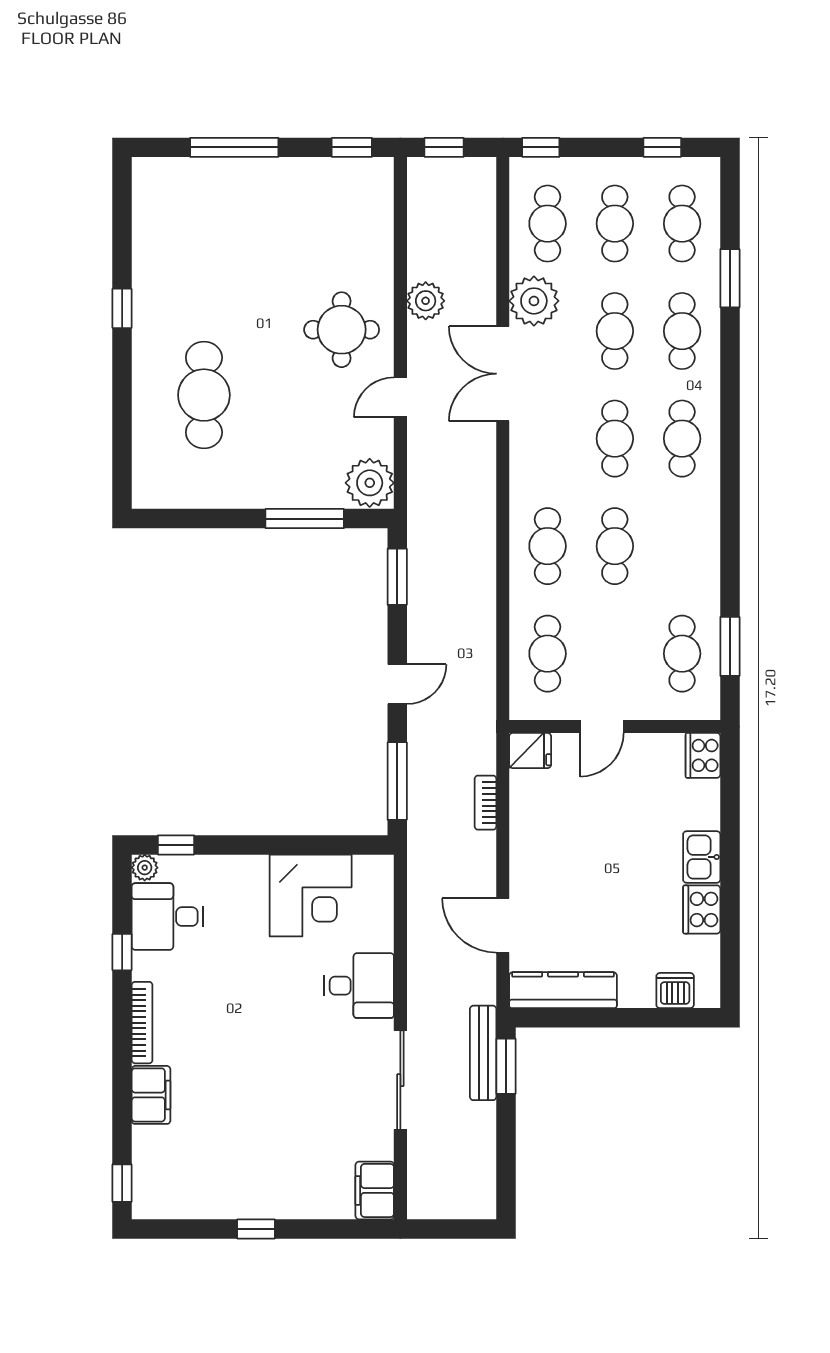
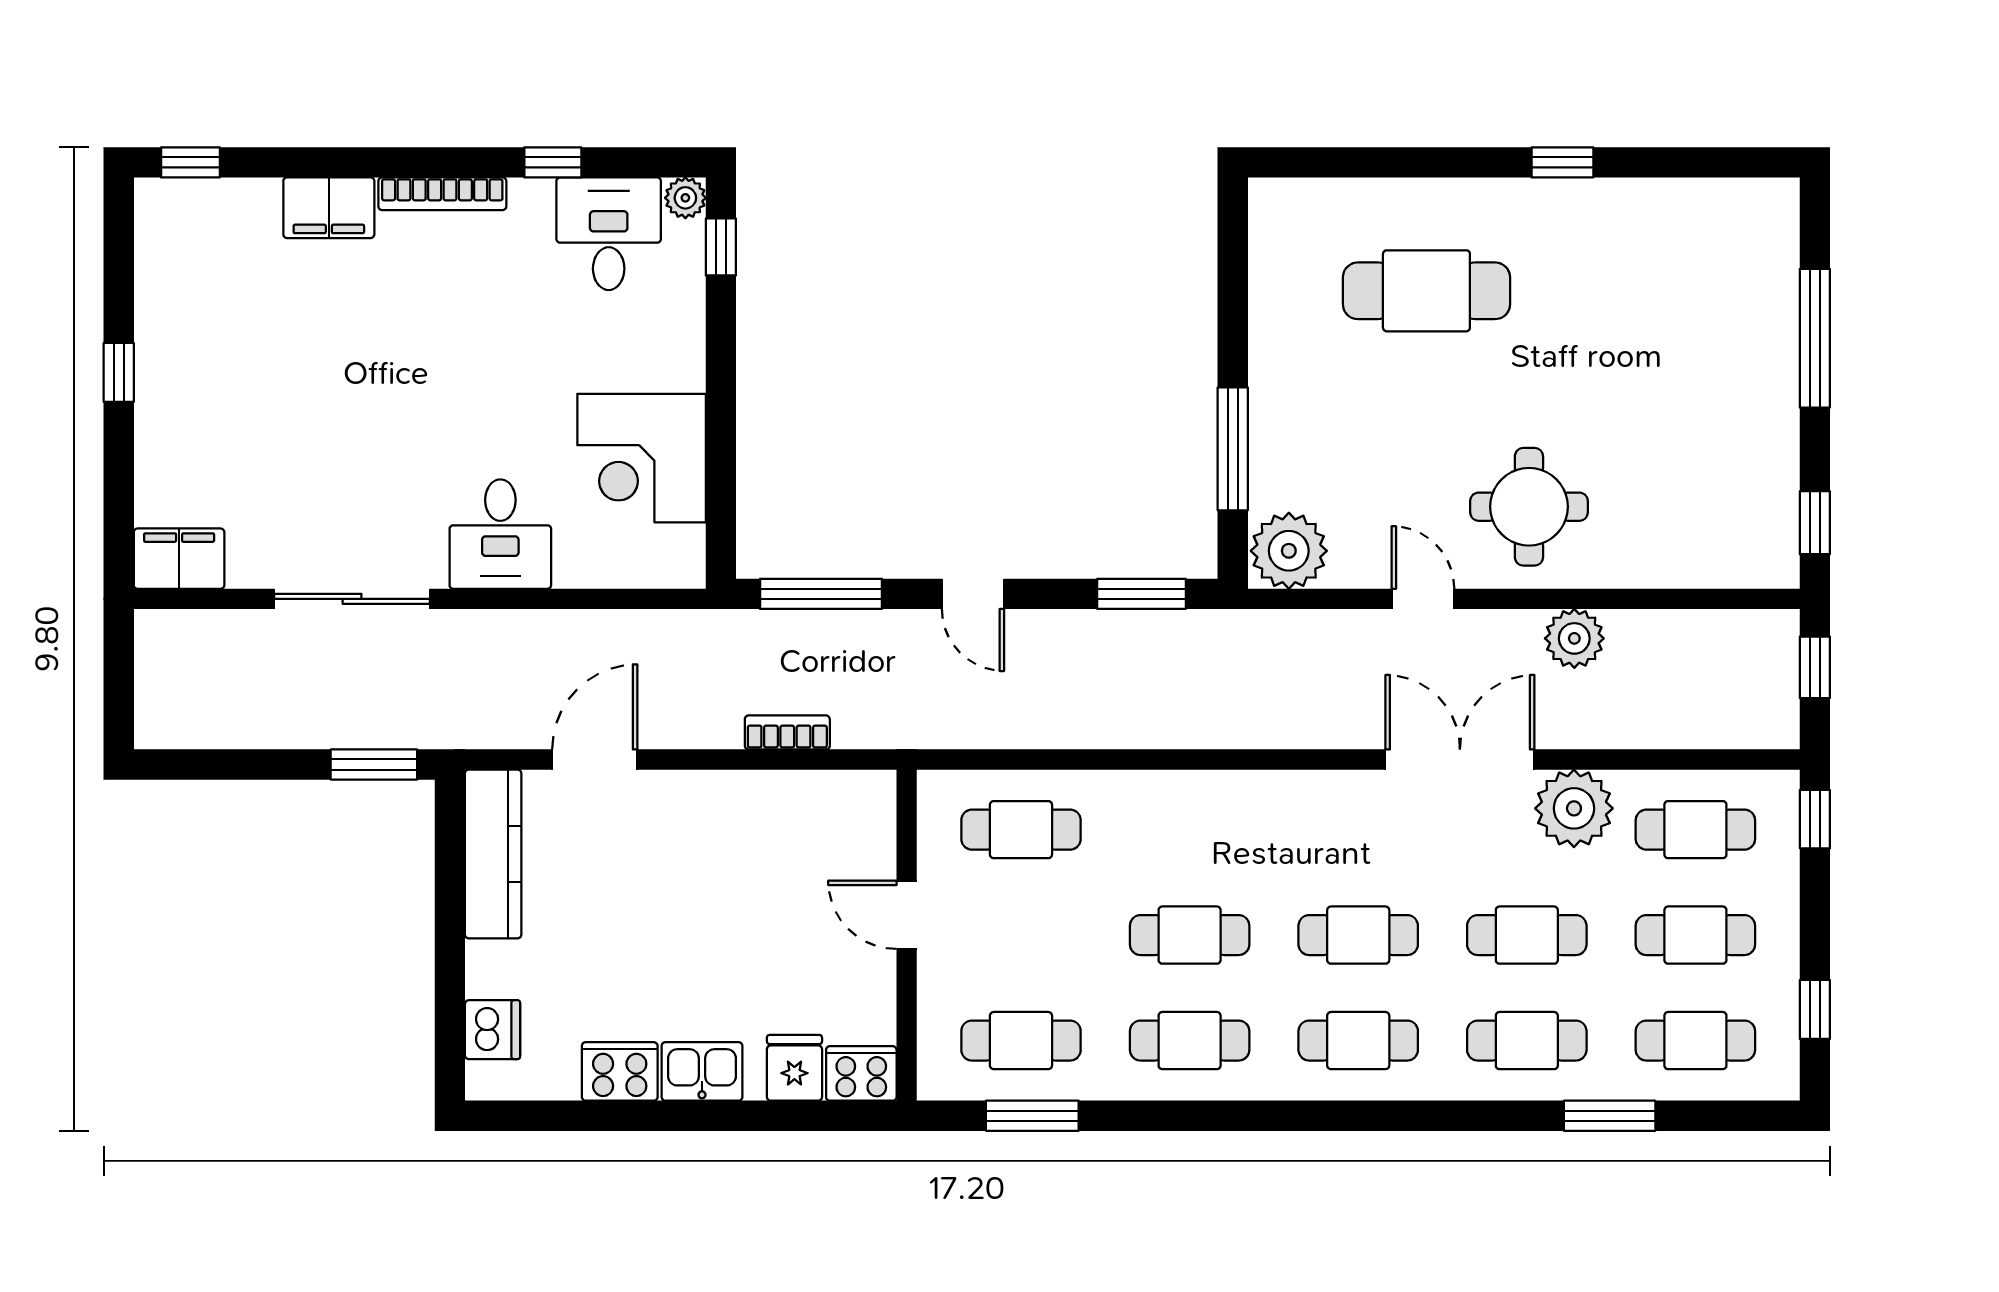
cafe table: (548, 546) -> (1190, 1041), moved
fridge: (530, 751) -> (794, 1068), moved, turned 180
bench: (483, 1053) -> (395, 729), removed

